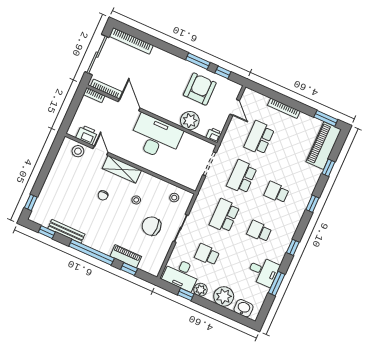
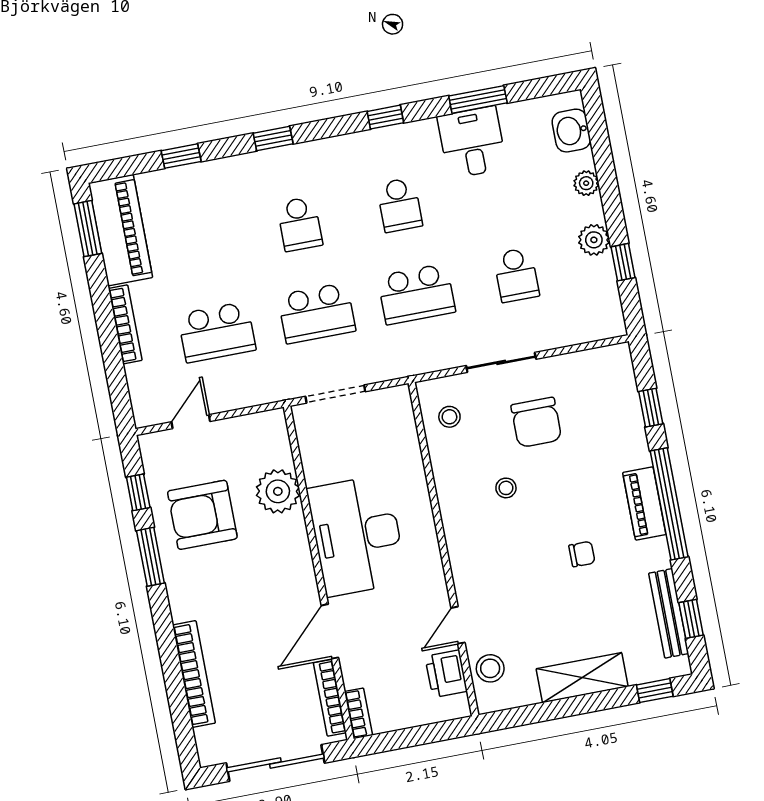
bookcase: (131, 41) -> (194, 674), moved
printer: (214, 135) -> (273, 425), removed
piano: (324, 146) -> (120, 230), moved, turned -90
shelving: (122, 169) -> (582, 678), moved, turned 90
chair: (103, 195) -> (582, 554), moved
bench: (66, 231) -> (669, 613), moved
piano: (126, 256) -> (644, 503), moved
desk: (181, 274) -> (590, 298), removed
plant: (224, 296) -> (586, 183), width x0.53, depth x0.53

